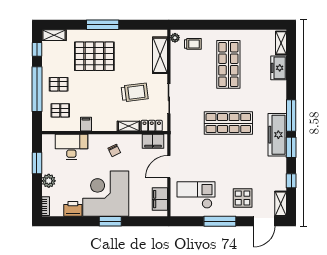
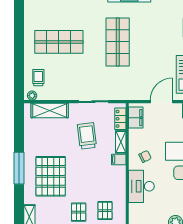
filing cabinet: (86, 124) -> (119, 160), moved
desk: (71, 147) -> (141, 186), moved
door: (169, 167) -> (161, 102), swing flipped

